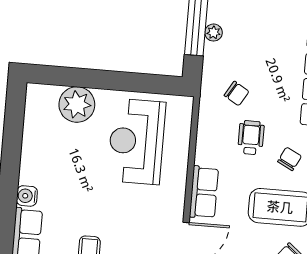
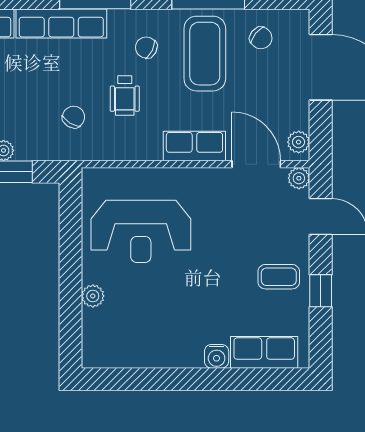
plant: (77, 105) -> (93, 296), width x0.53, depth x0.53
wheelchair: (251, 138) -> (125, 95), turned -90

